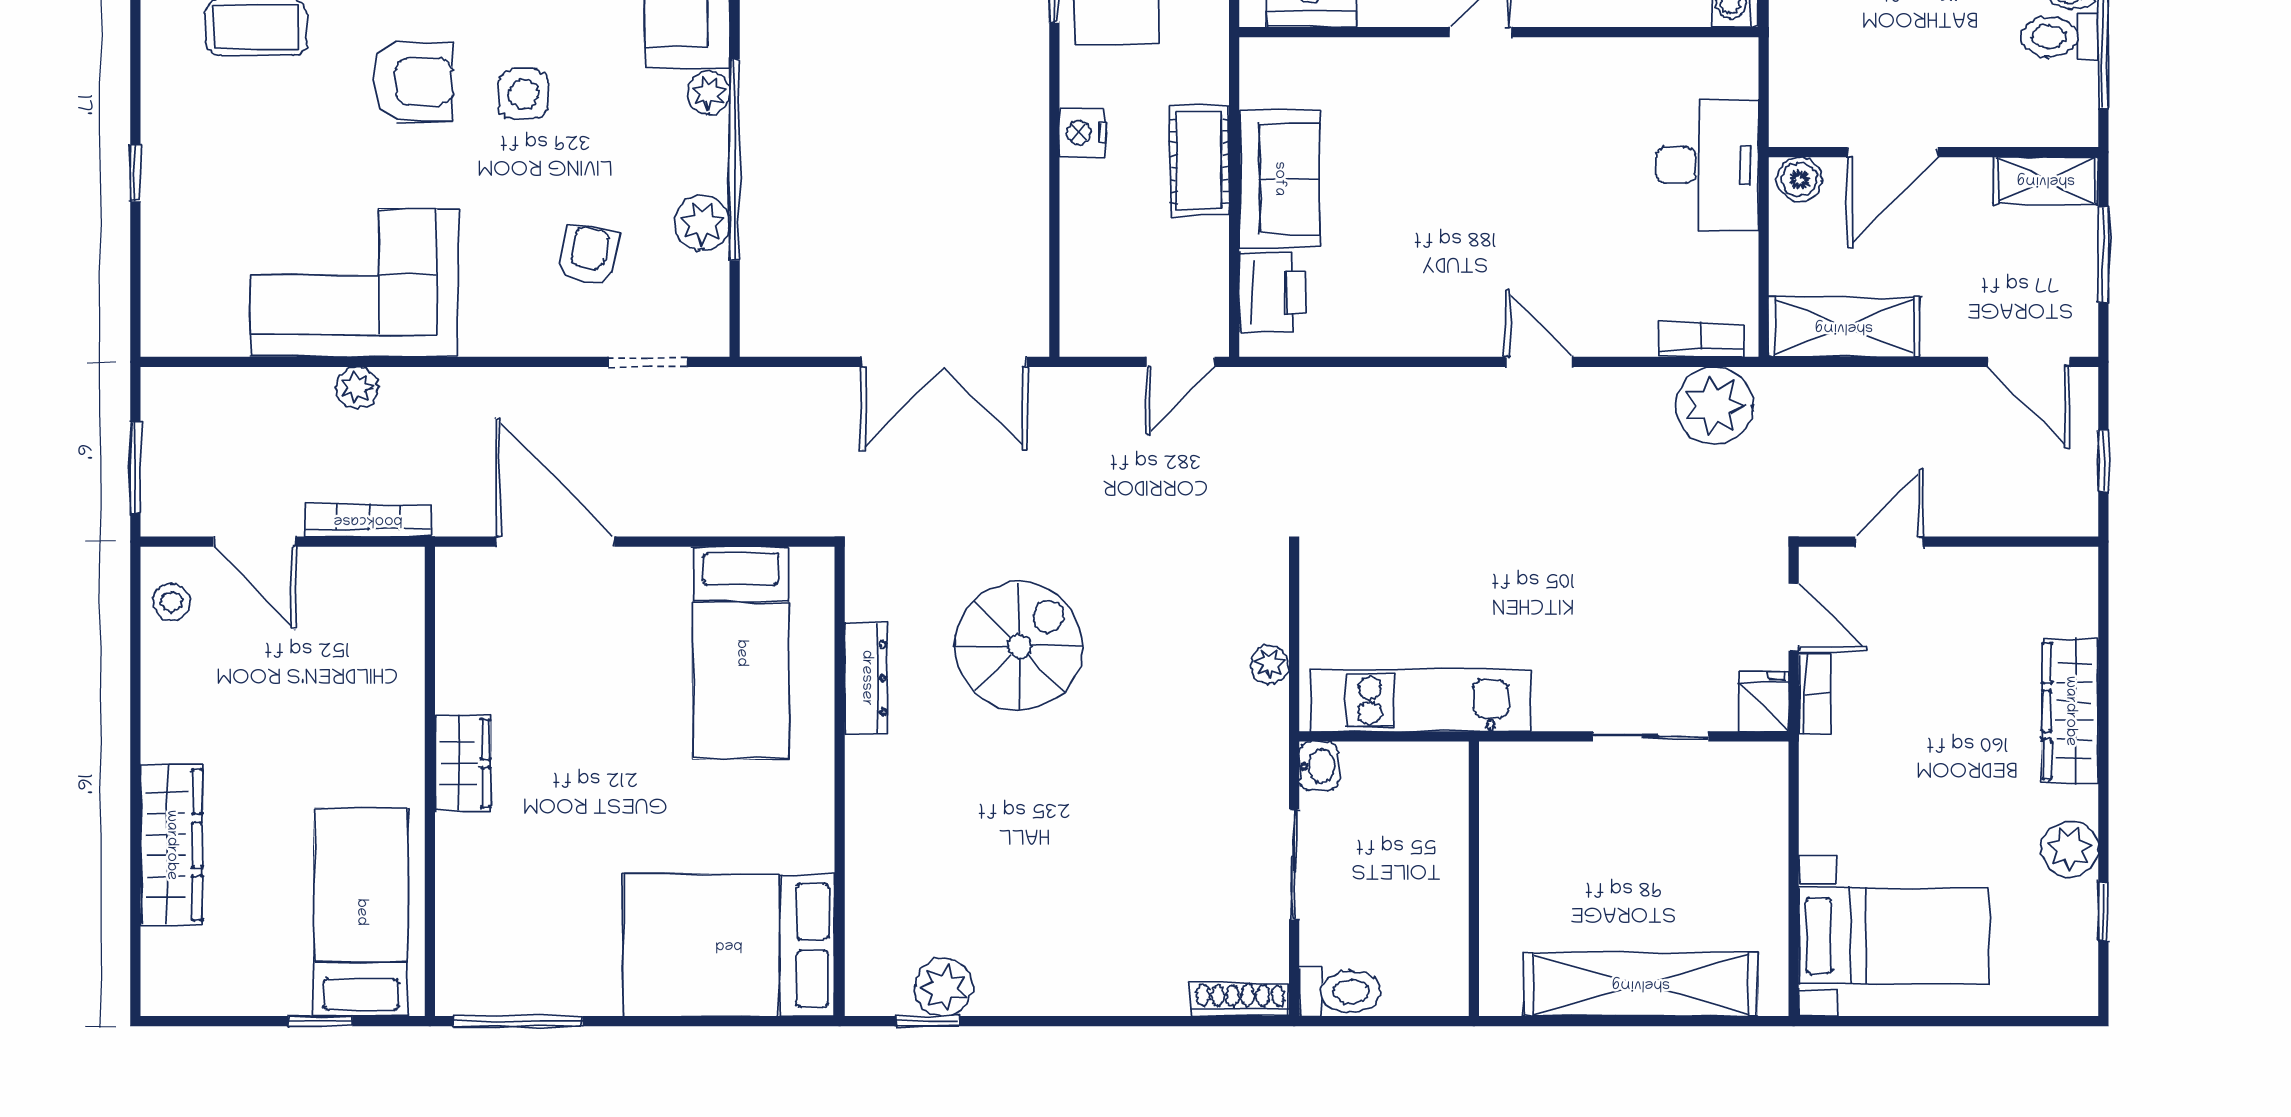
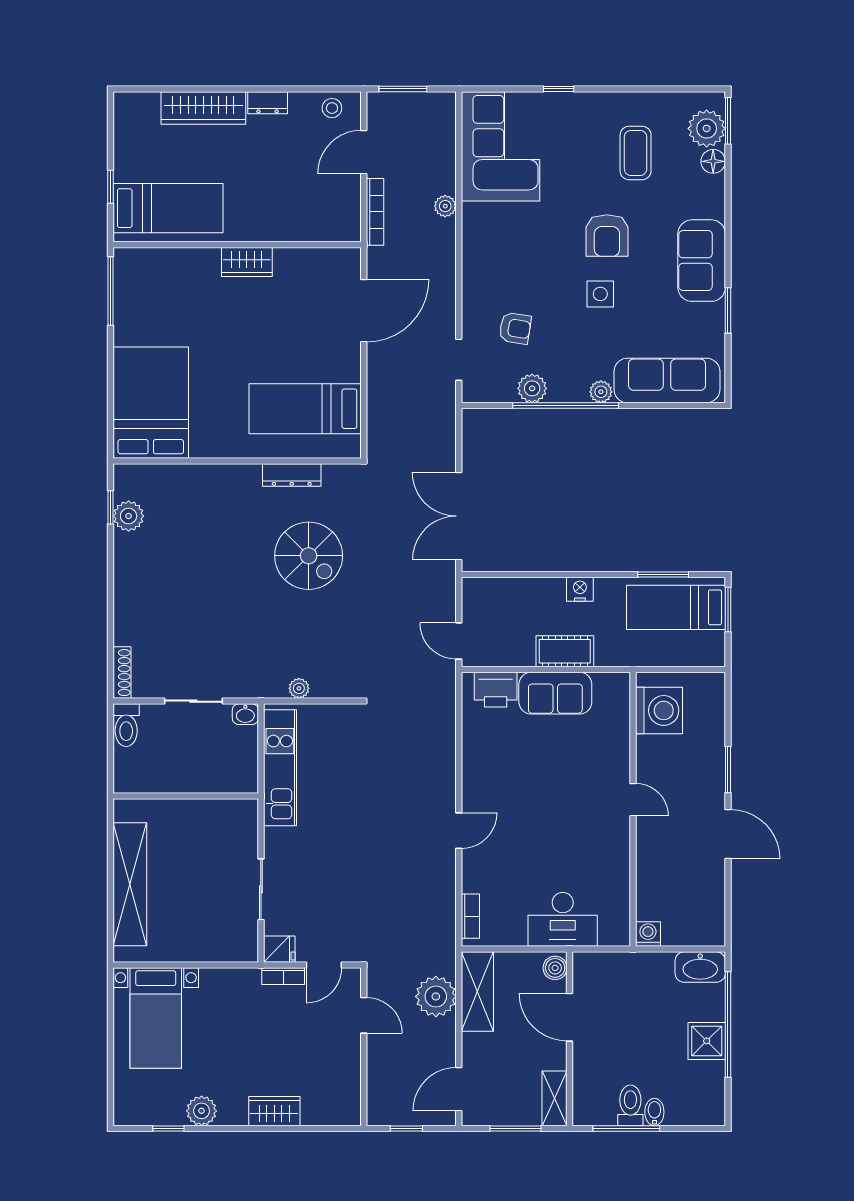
corner sofa: (354, 283) -> (500, 146), moved
plant: (1714, 405) -> (436, 996), moved
wardrobe: (2070, 711) -> (274, 1111), width x0.67
dresser: (161, 724) -> (268, 103), added

